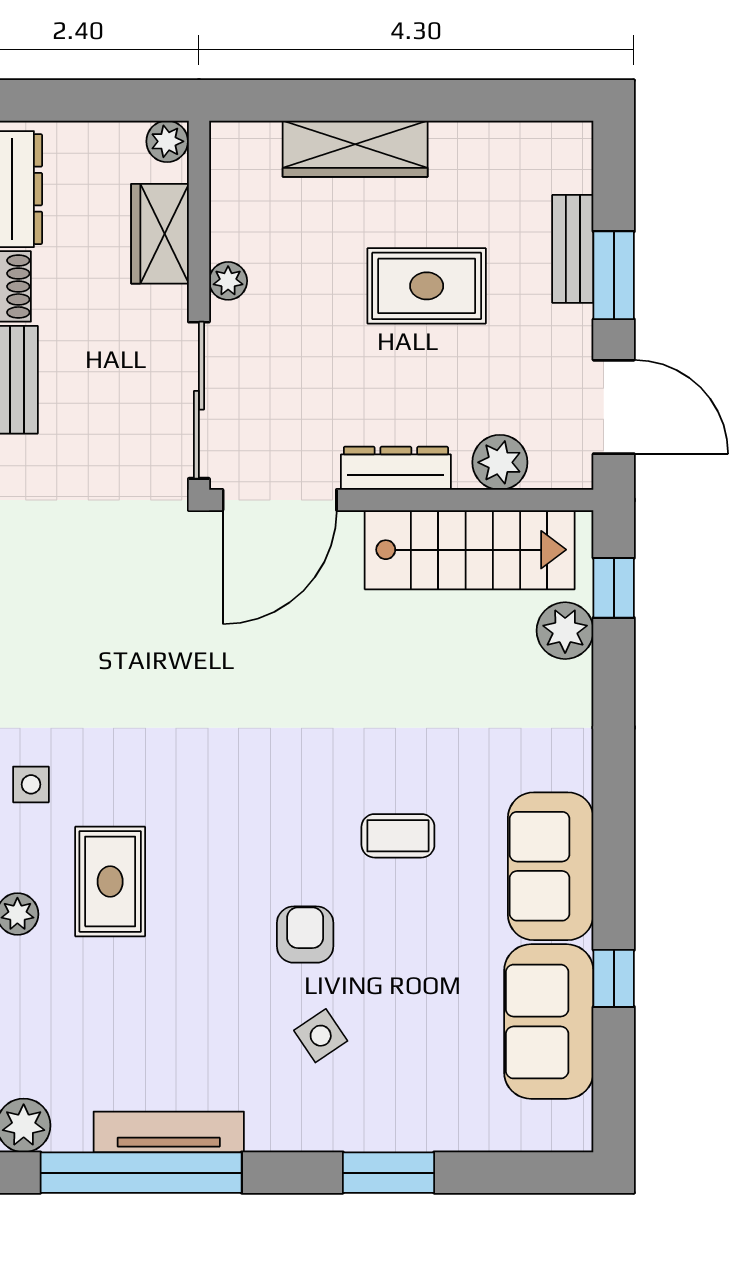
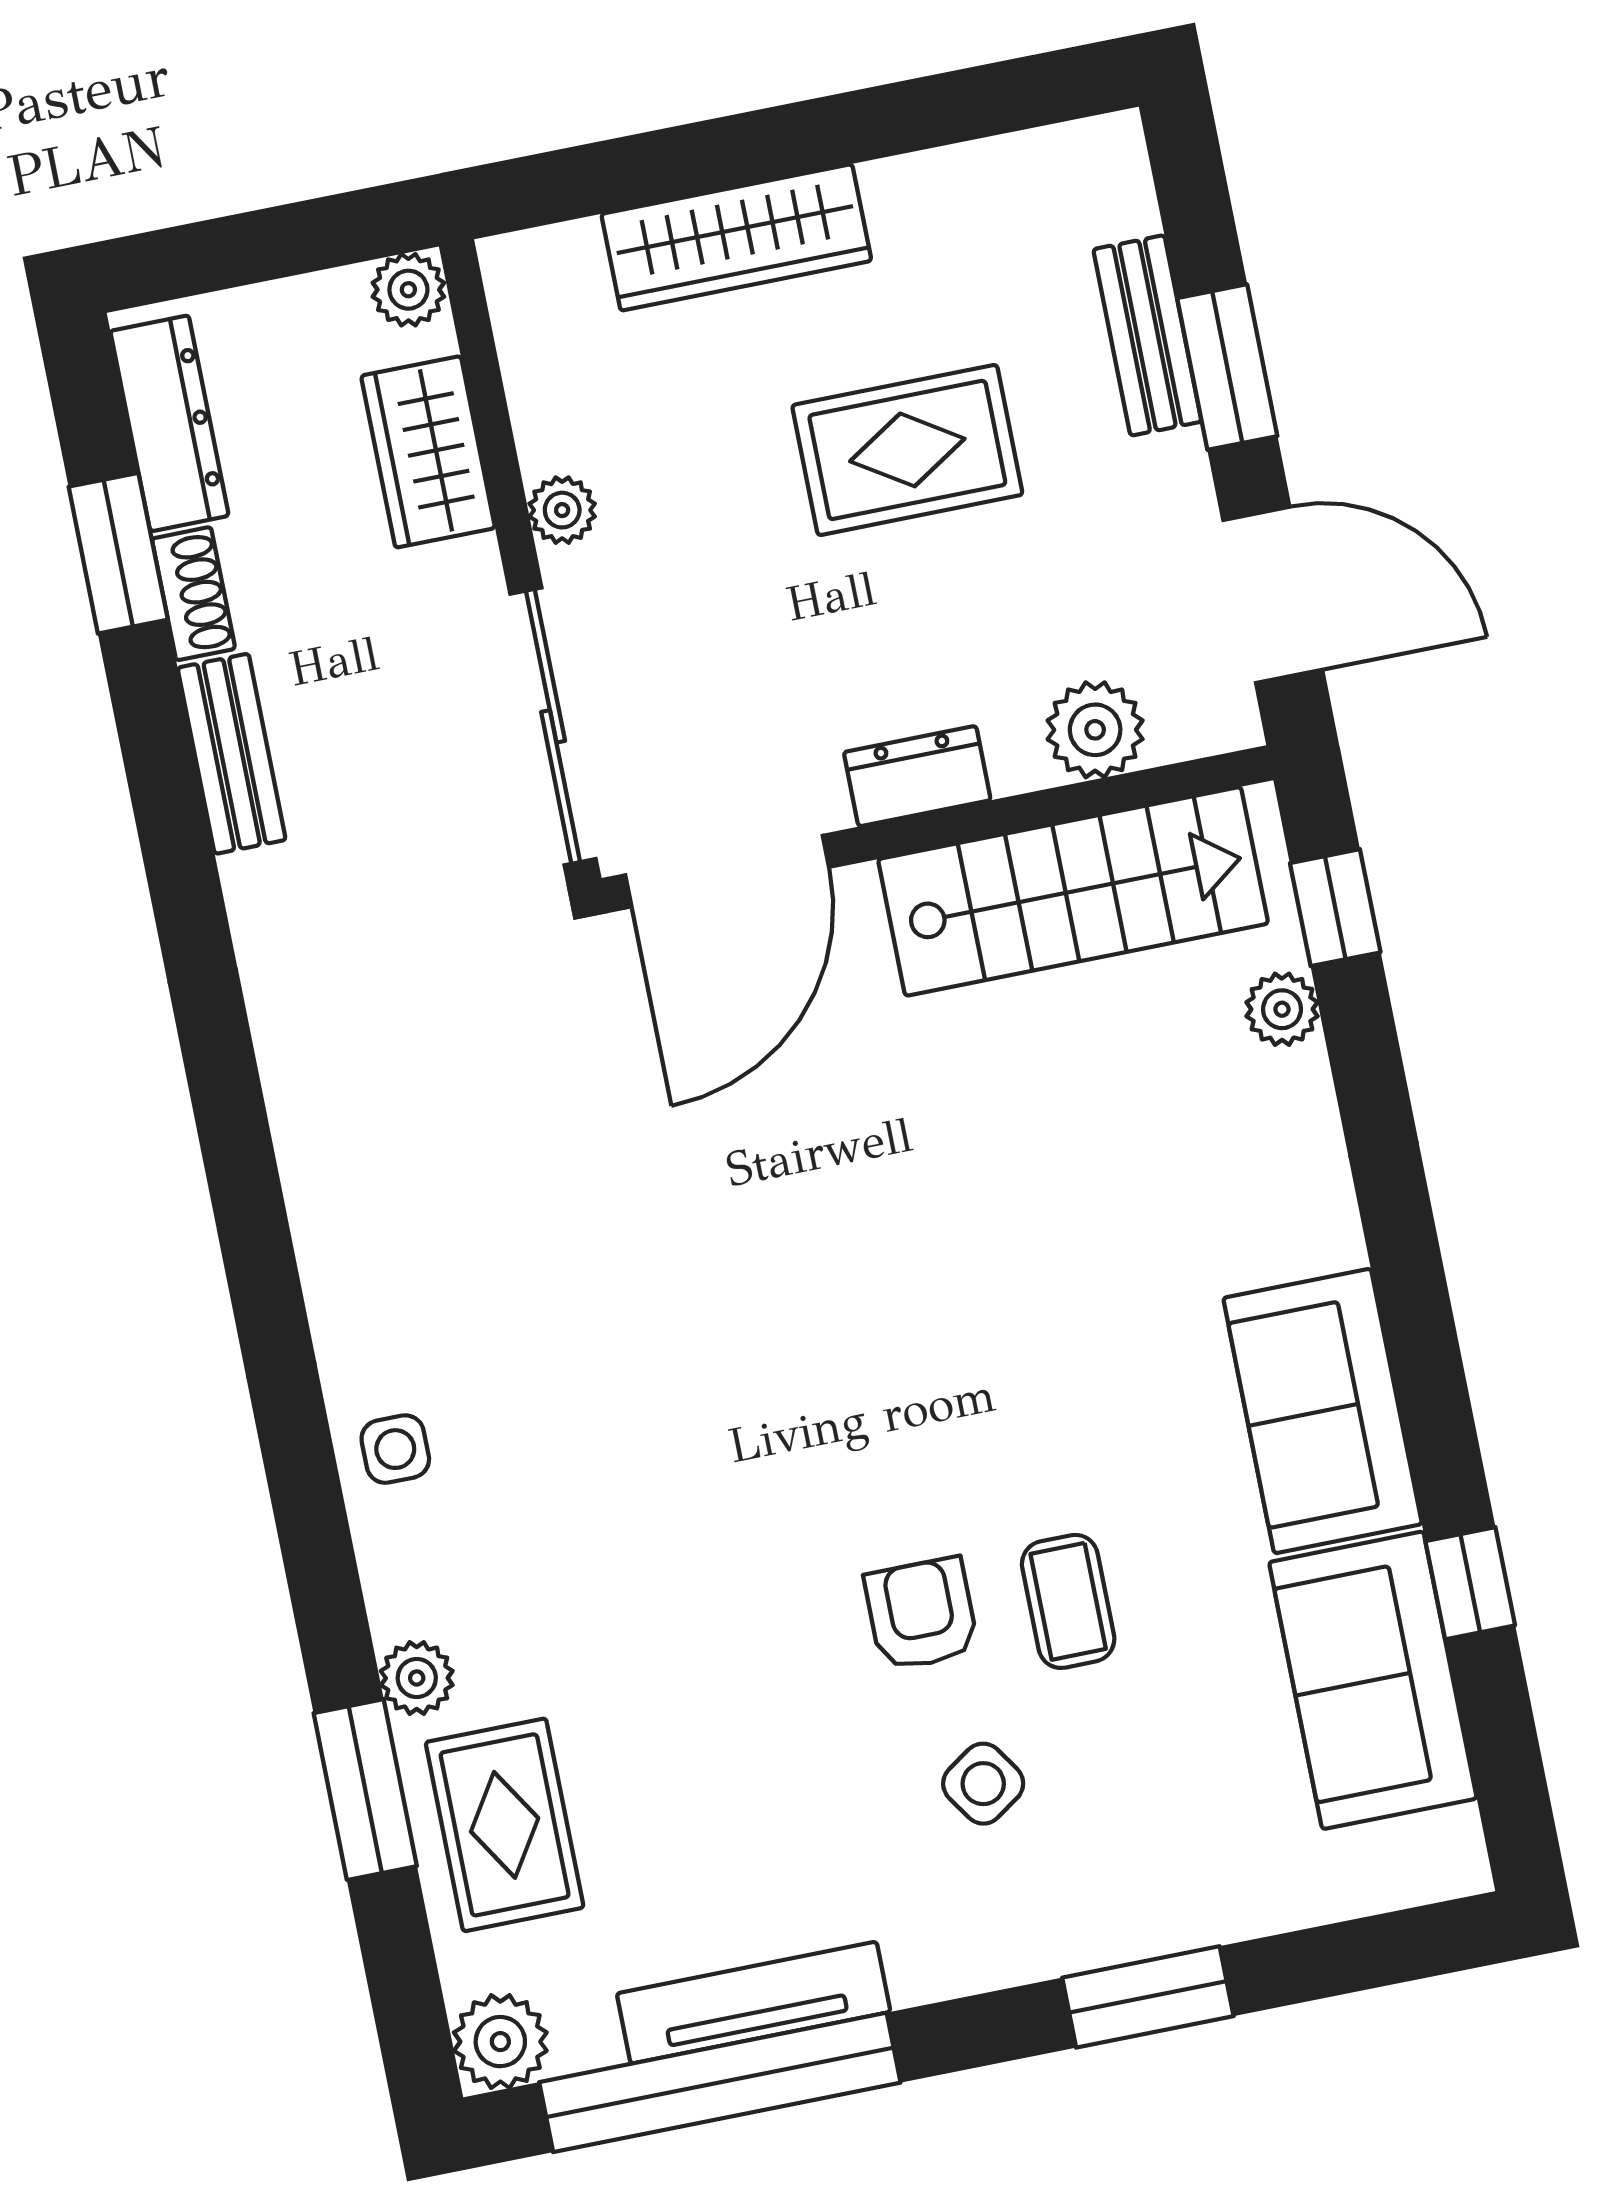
dresser: (396, 468) -> (917, 776), width x0.70
plant: (565, 631) -> (1282, 1009), width x0.73, depth x0.73
coffee table: (398, 836) -> (1068, 1601), moved, turned 90
rug: (110, 882) -> (505, 1825), moved

